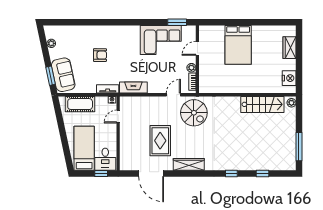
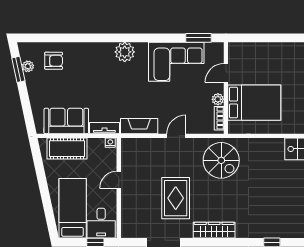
plant: (123, 33) -> (125, 52), added
bed: (238, 45) -> (254, 103), moved, turned -90
armchair: (100, 55) -> (54, 61), moved
sofa: (63, 75) -> (66, 121), moved, turned -78
window: (51, 76) -> (18, 69), moved
door: (173, 95) -> (176, 136), moved
door: (118, 117) -> (119, 180), moved

